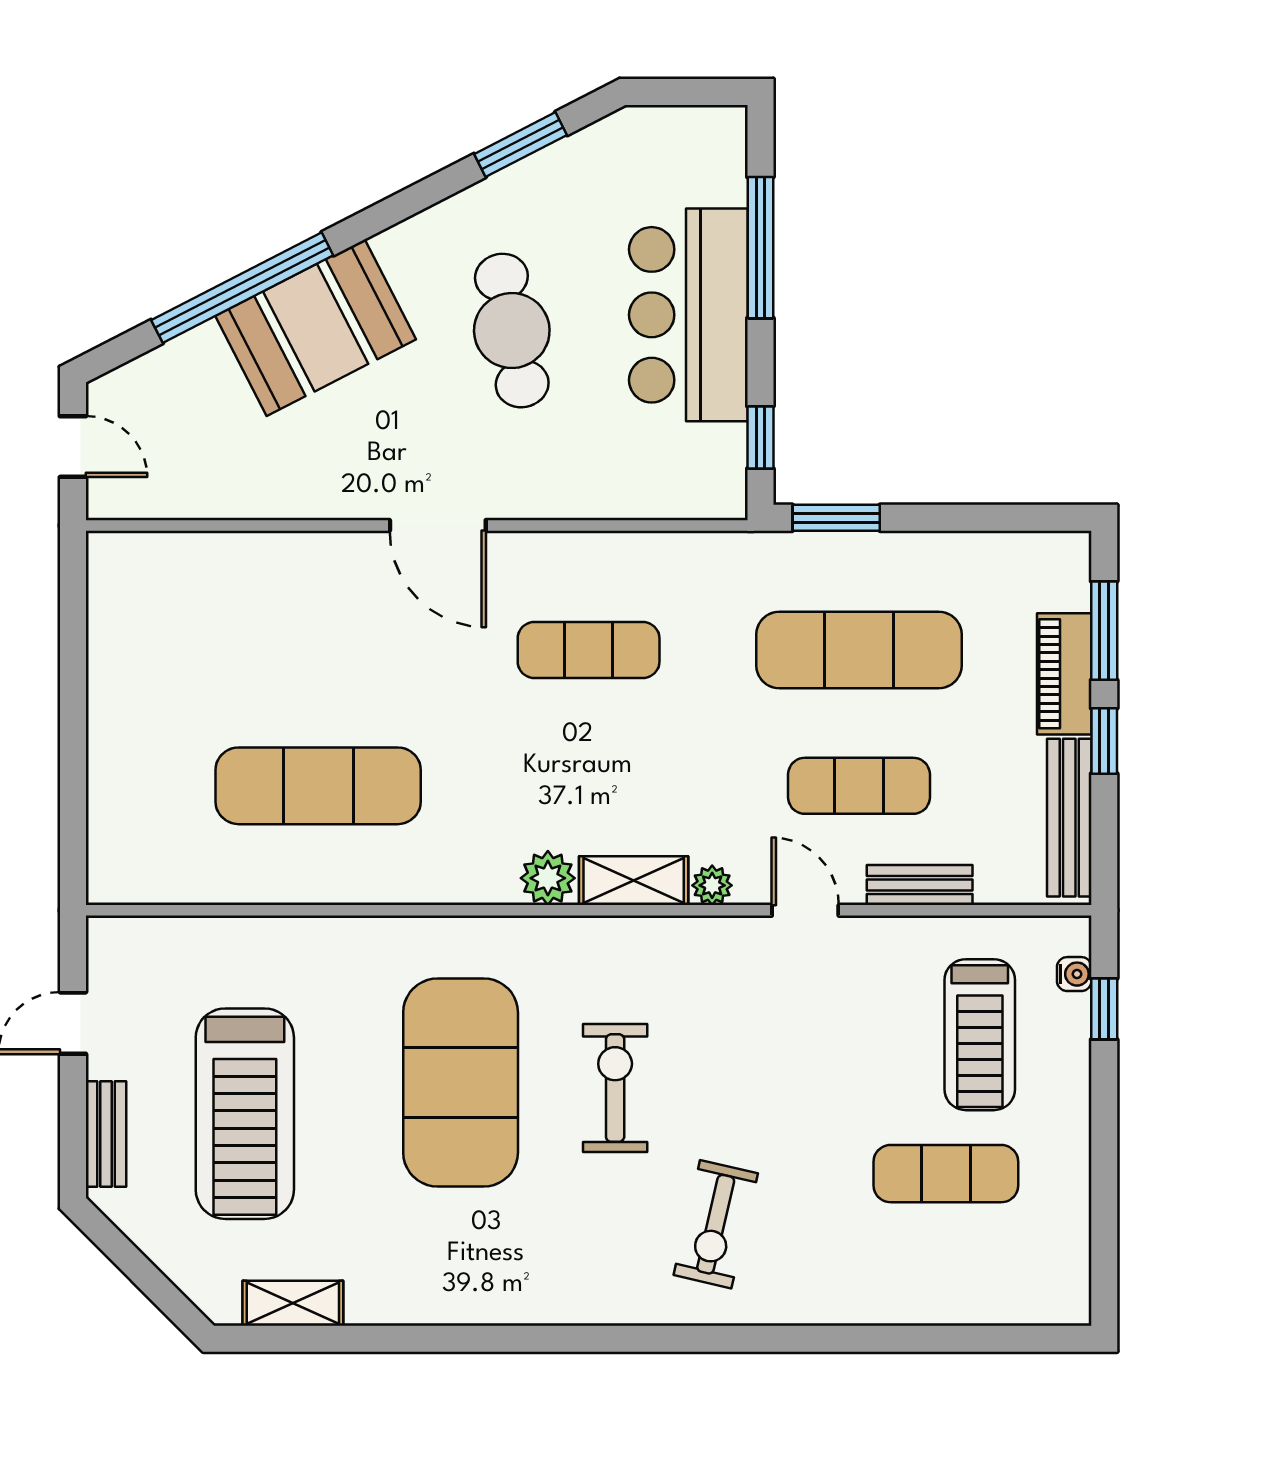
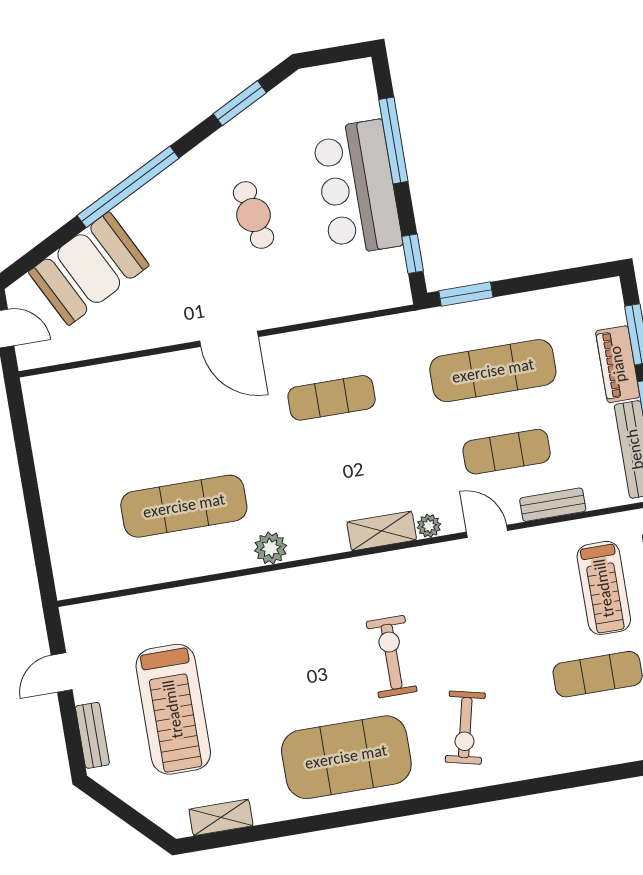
window: (242, 288) -> (128, 187), moved
booth: (316, 328) -> (89, 269), moved
cafe table: (512, 331) -> (253, 215), width x0.73, depth x0.74
plant: (548, 878) -> (271, 548), moved
exercise mat: (461, 1082) -> (346, 757), moved, turned 90

